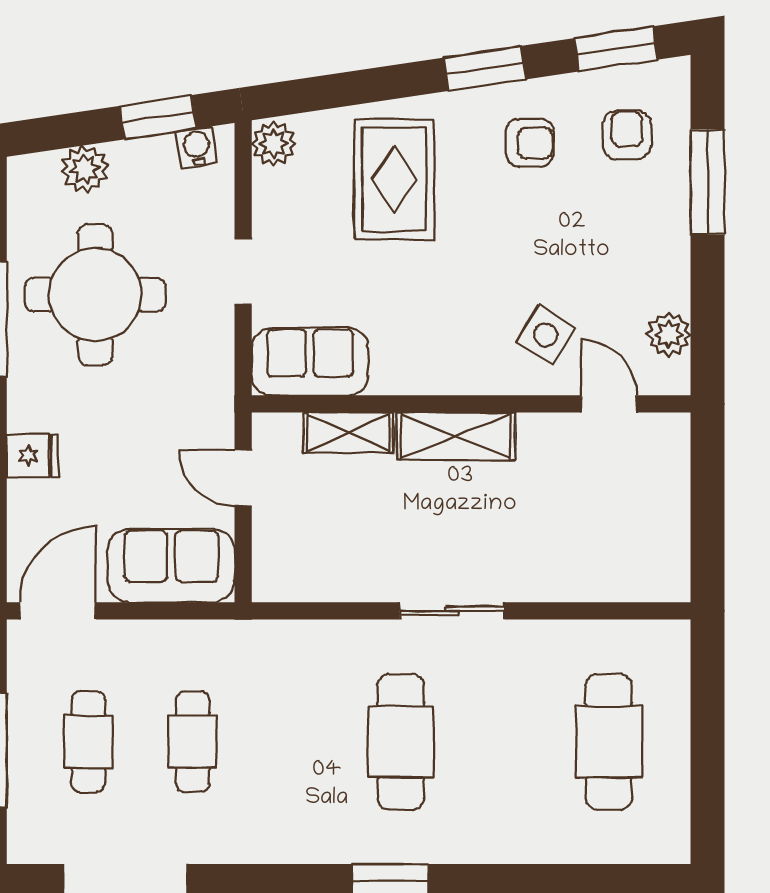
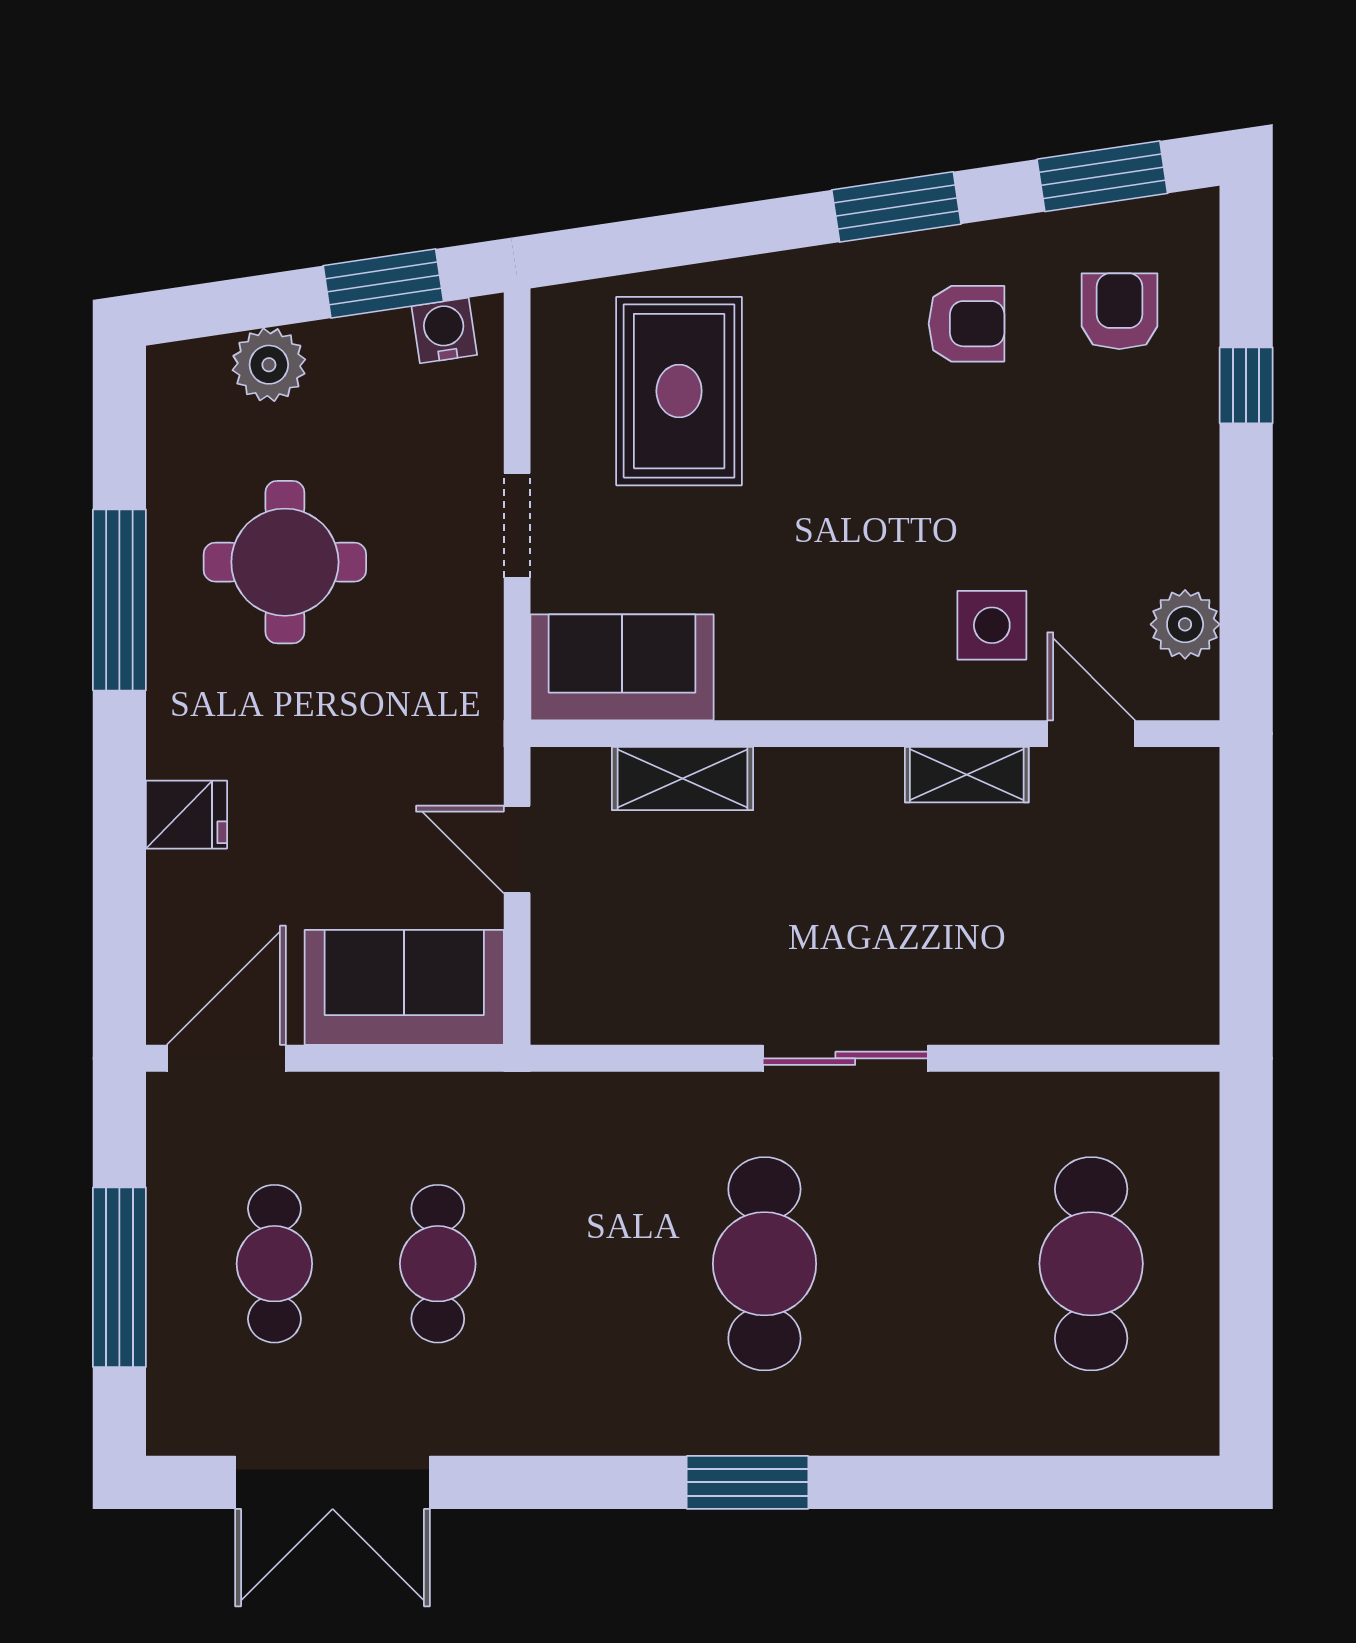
plant: (274, 144) -> (565, 325), removed
rug: (394, 179) -> (679, 391), moved
window: (708, 182) -> (1246, 385), width x0.46
round table: (95, 295) -> (285, 562), width x0.73, depth x0.73
side table: (546, 335) -> (992, 625), turned -32
shelving: (456, 436) -> (967, 775), moved, width x0.67, depth x0.75

